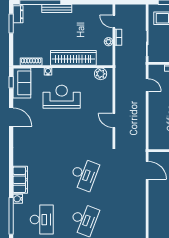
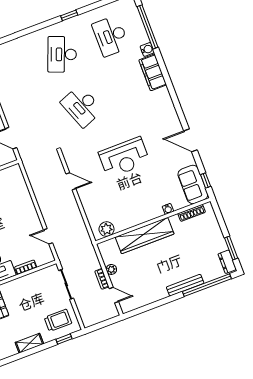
reception desk: (62, 97) -> (124, 157), moved
desk: (84, 174) -> (82, 106), turned -42

